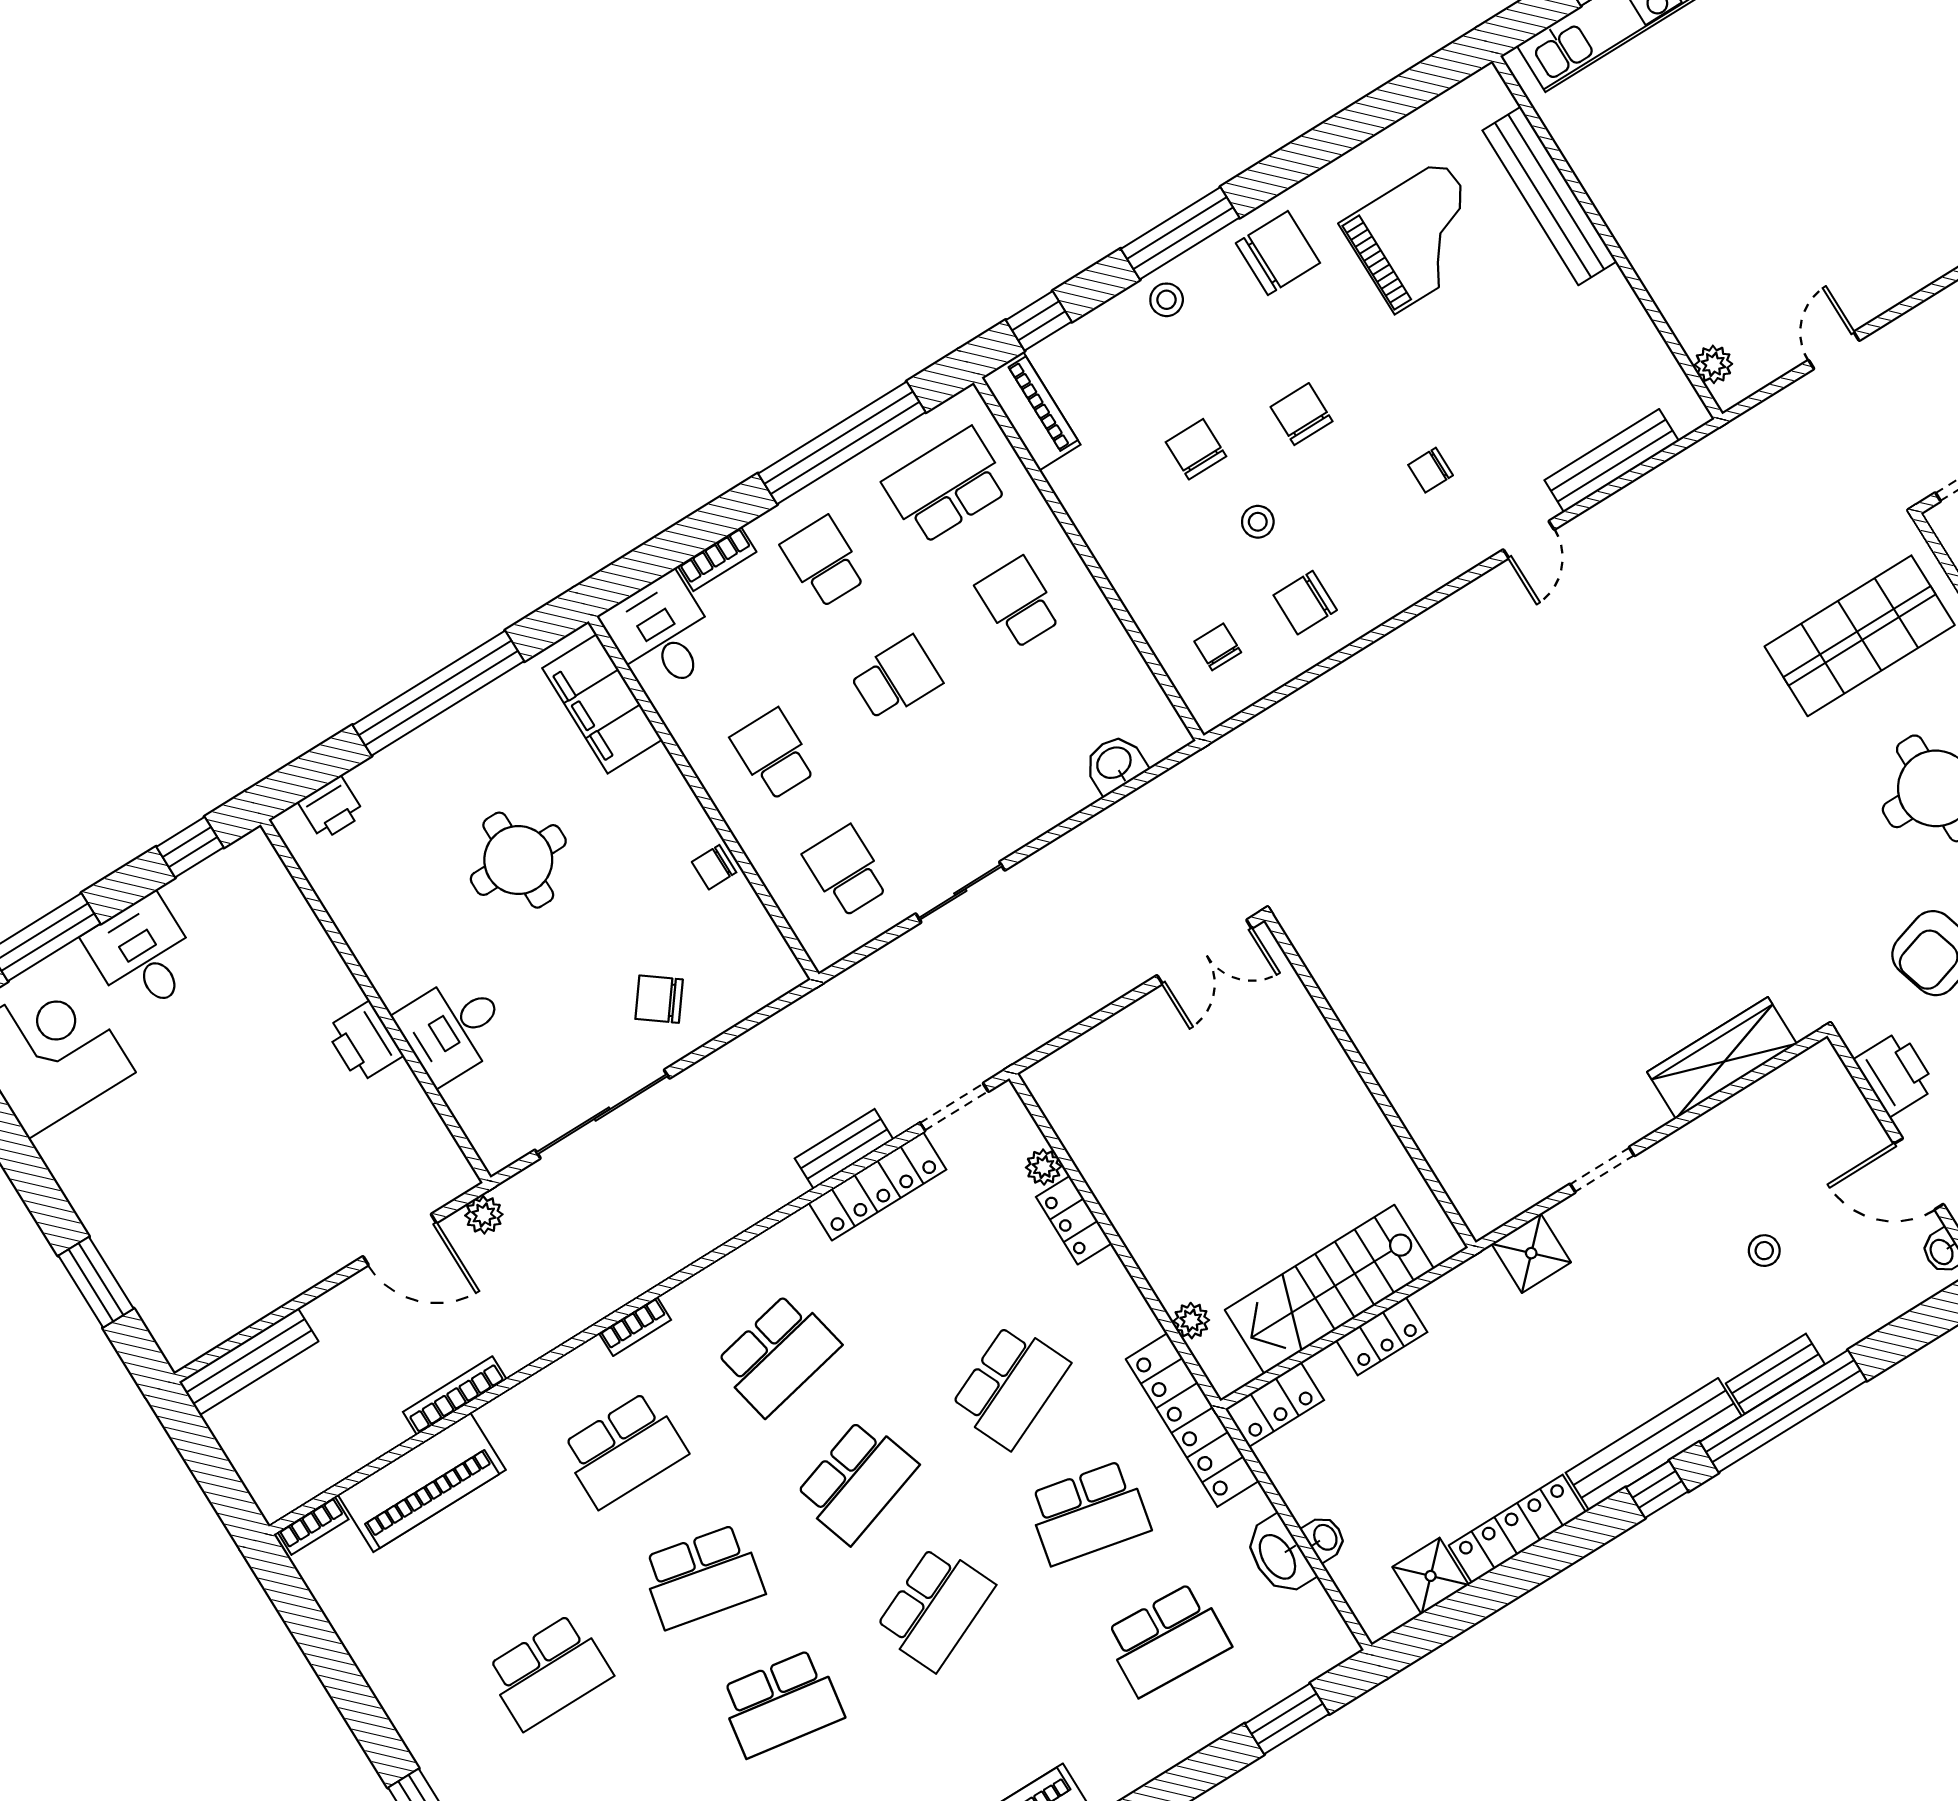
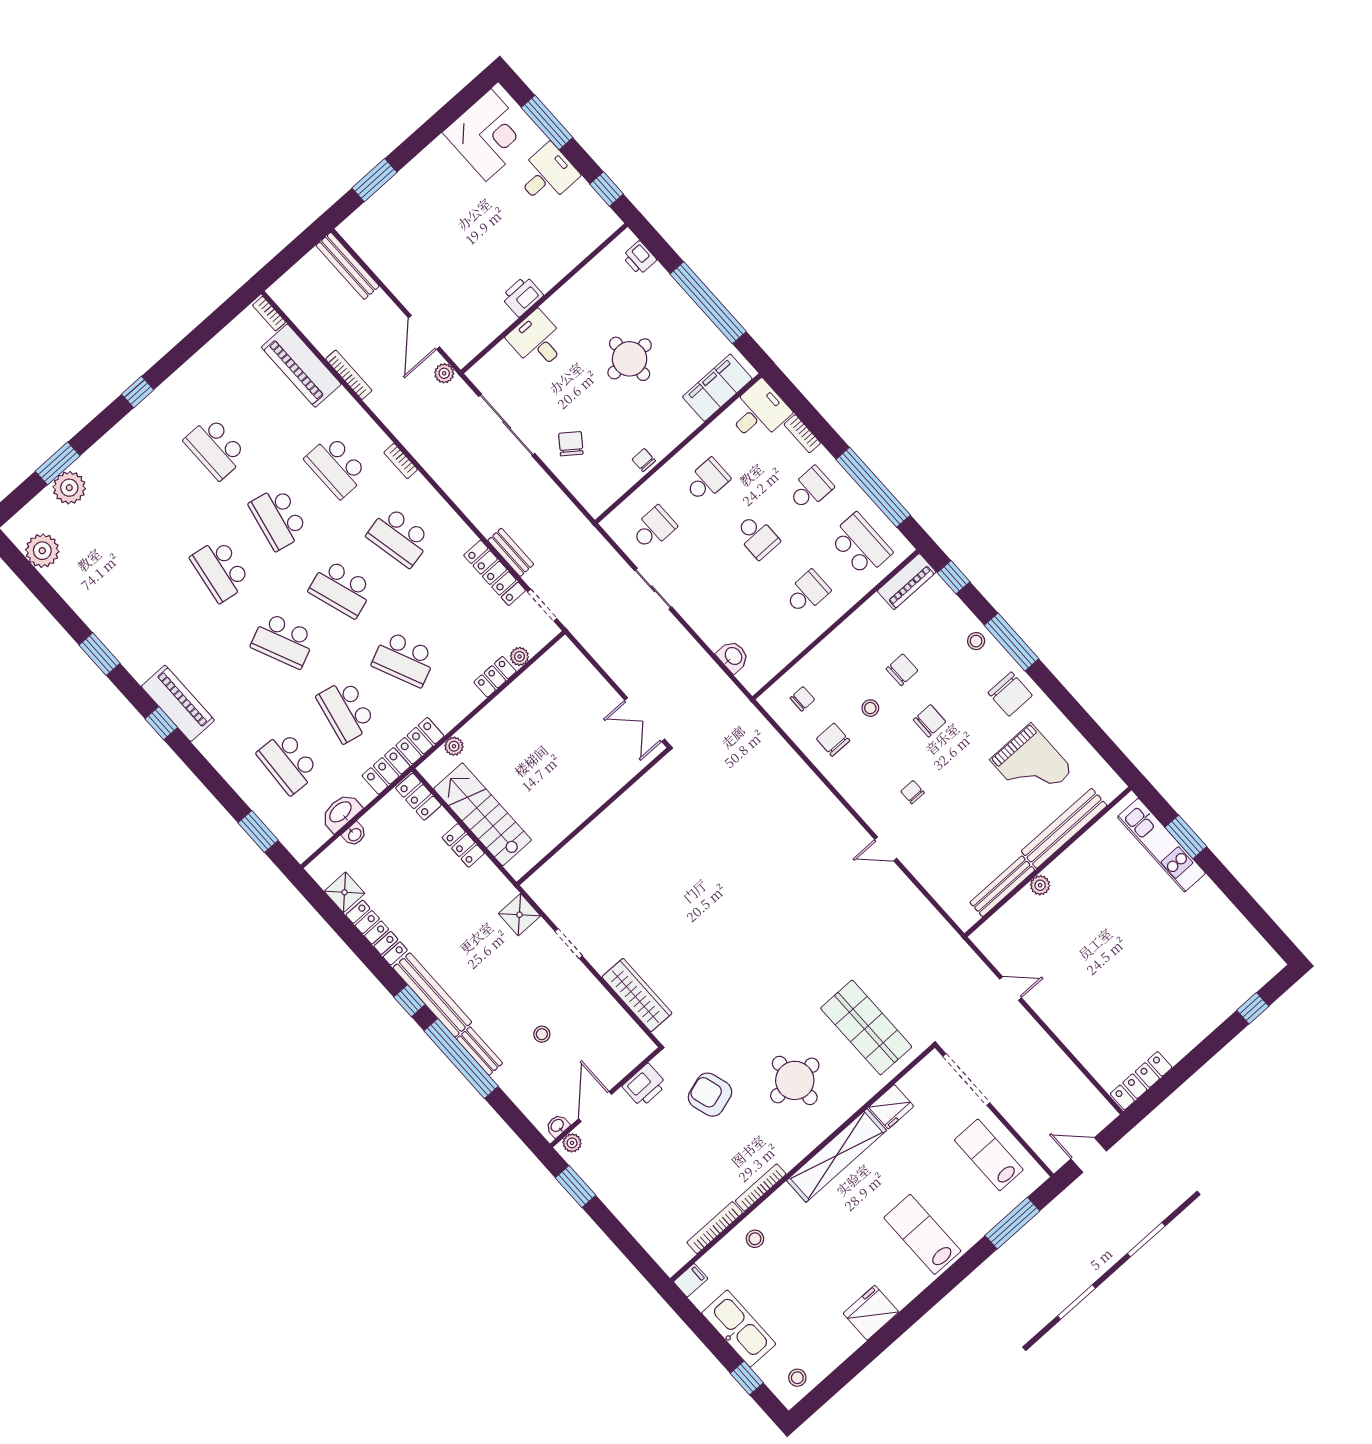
plant: (1713, 364) -> (1040, 885), moved
bench: (1612, 461) -> (1002, 886), moved, turned 90

